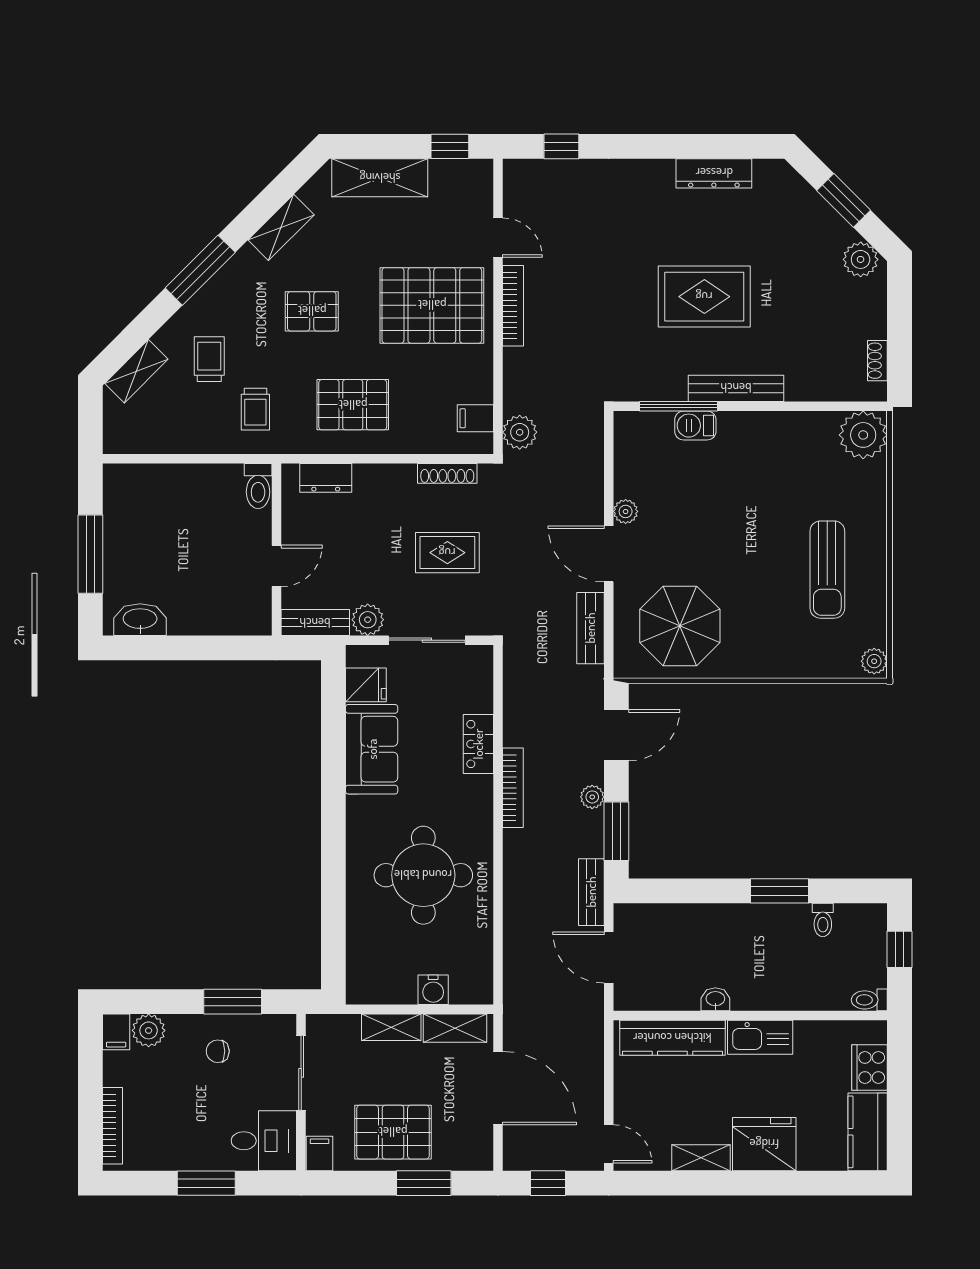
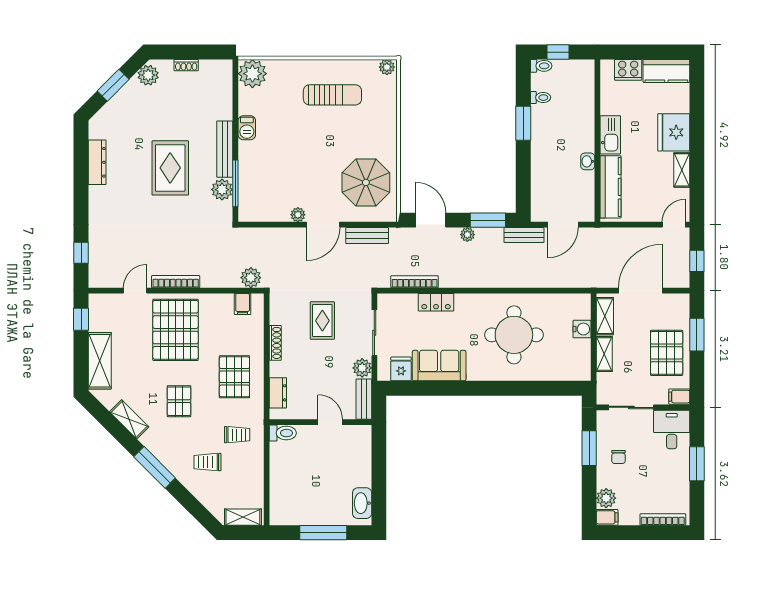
shoe rack: (877, 361) -> (186, 65), moved
shelving: (136, 371) -> (243, 517), moved, turned -45
plant: (668, 384) -> (222, 190), added
barbecue: (695, 426) -> (247, 128), moved
shoe rack: (447, 473) -> (275, 343), moved
bookcase: (513, 788) -> (415, 282), moved
toilet: (869, 1000) -> (541, 66), moved, turned -90

